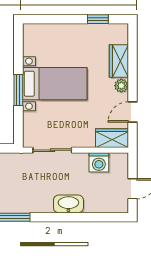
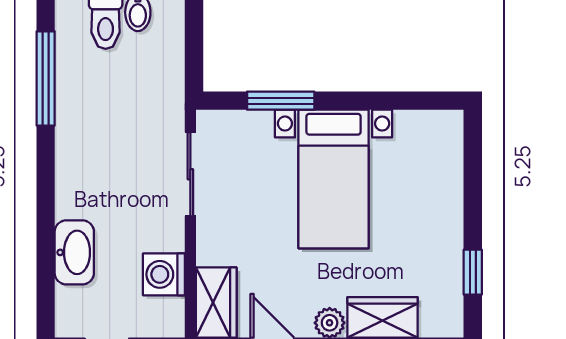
window: (18, 90) -> (281, 101), moved
washbasin: (68, 204) -> (74, 252), moved

